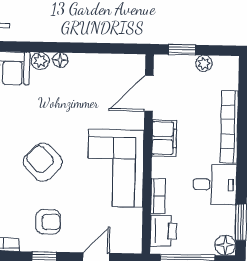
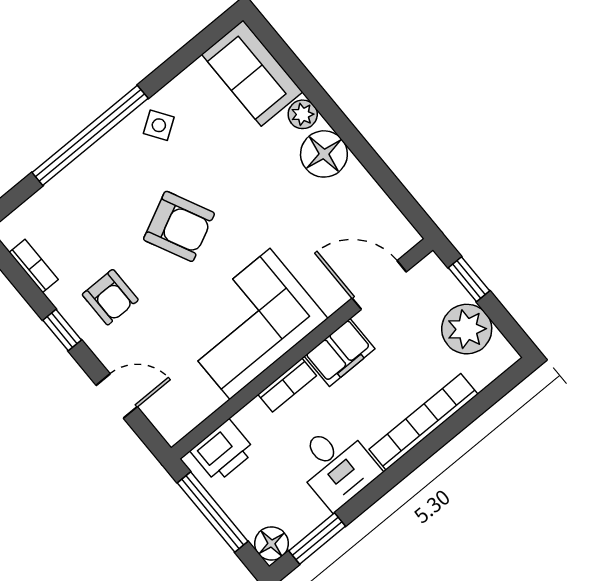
floor lamp: (60, 60) -> (324, 154), width x1.89, depth x1.89
plant: (204, 63) -> (467, 329), width x1.88, depth x1.88
armchair: (43, 162) -> (179, 226), turned 108
bookcase: (158, 196) -> (287, 385), moved

